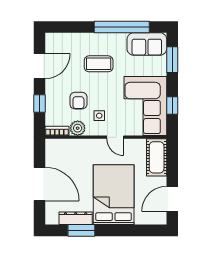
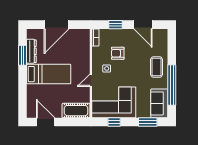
coffee table: (99, 64) -> (157, 67), moved
plant: (78, 128) -> (98, 53), removed
bed: (114, 195) -> (49, 74), width x0.67

